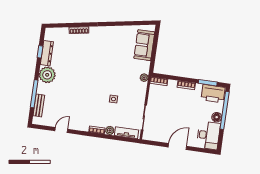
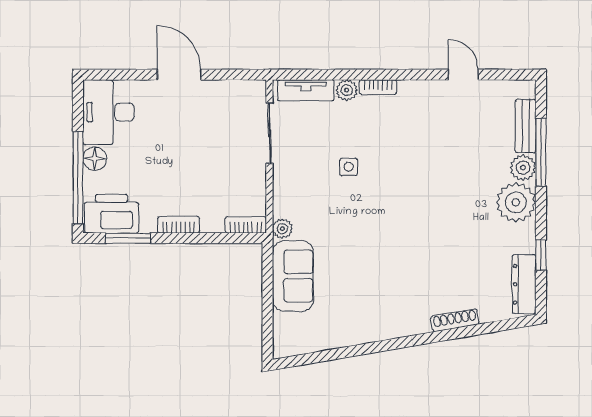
sofa: (144, 45) -> (293, 276), moved
dresser: (47, 53) -> (524, 284), moved
plant: (42, 89) -> (523, 168), added
door: (61, 130) -> (463, 75), swing flipped
door: (177, 147) -> (179, 75), swing flipped

